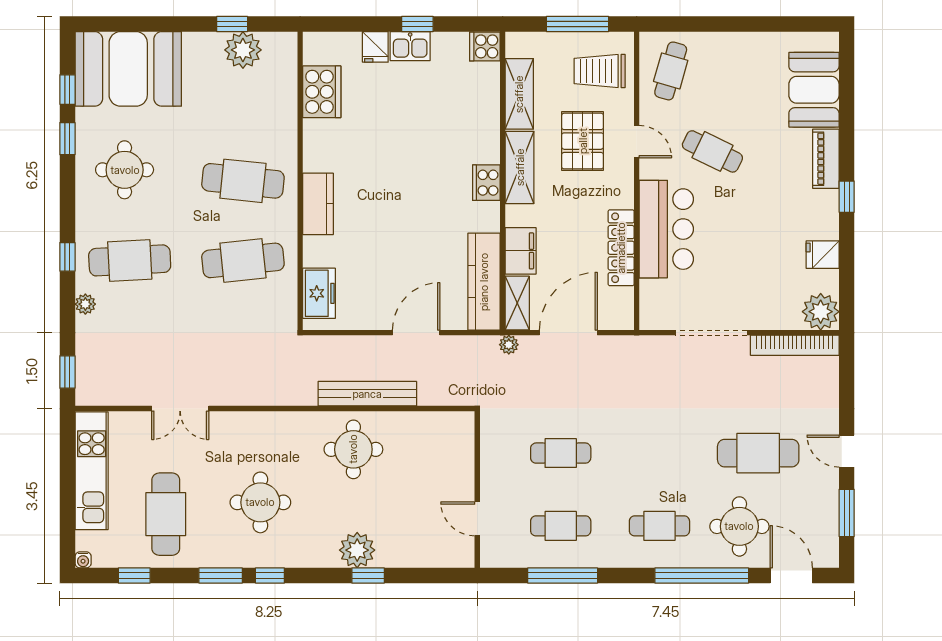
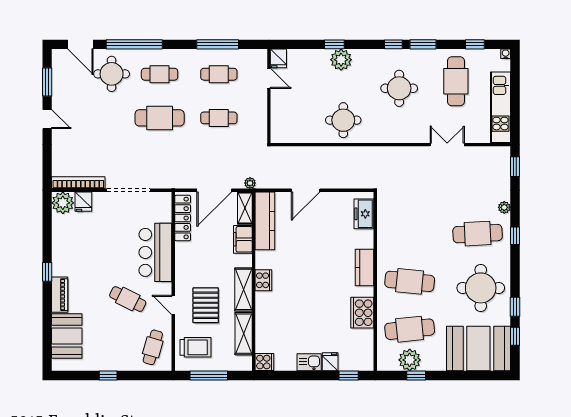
window: (417, 24) -> (349, 376), moved
window: (745, 24) -> (108, 376), added
cooker: (322, 92) -> (362, 313), moved
round table: (125, 170) -> (481, 288), width x1.36, depth x1.36
locker: (621, 248) -> (183, 218), moved
fridge: (823, 255) -> (83, 202), moved, turned 90
cafe table: (243, 260) -> (410, 329), moved
bench: (367, 394) -> (335, 154), removed
cafe table: (758, 453) -> (160, 118), moved
fridge: (462, 552) -> (278, 58), added

